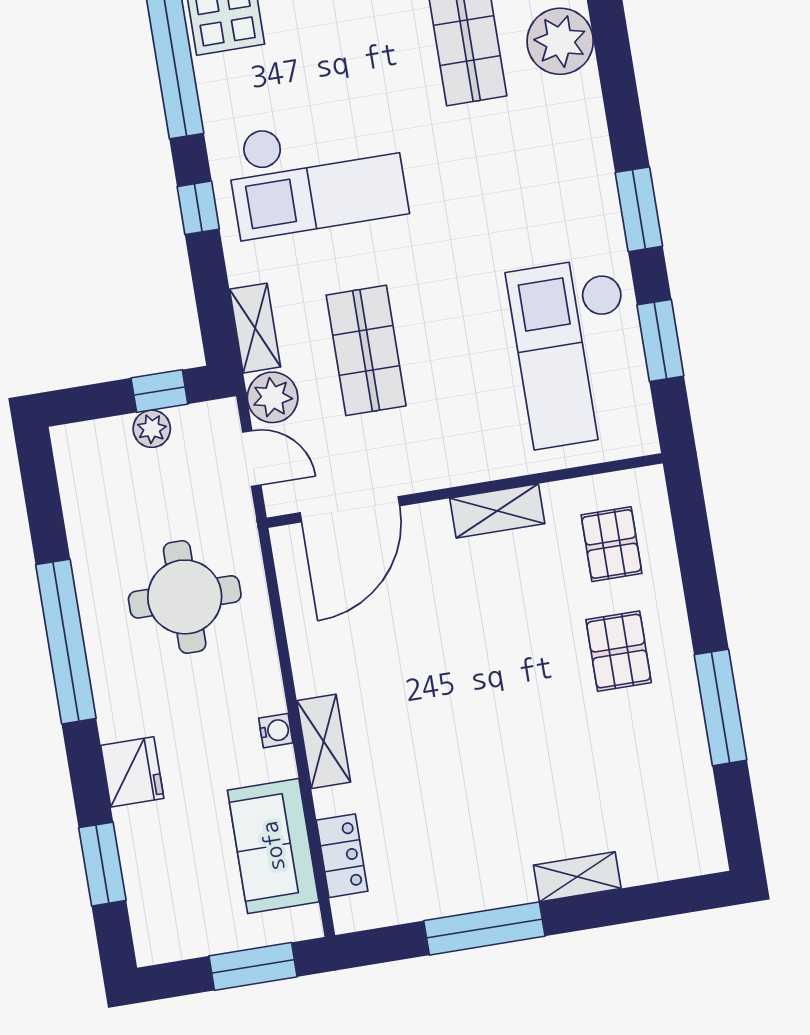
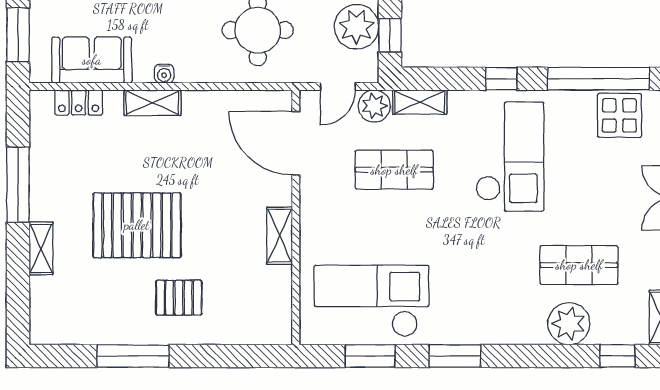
checkout: (317, 175) -> (510, 157), turned 180
plant: (152, 429) -> (357, 27), width x1.88, depth x1.88
pallet: (611, 544) -> (137, 225), moved, width x2.05, depth x2.00

